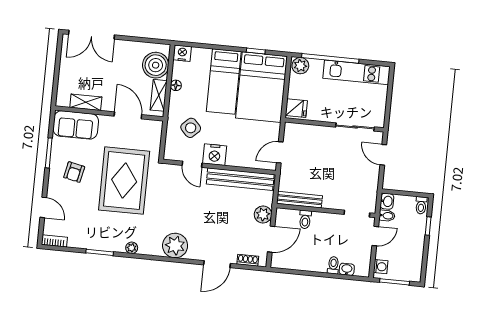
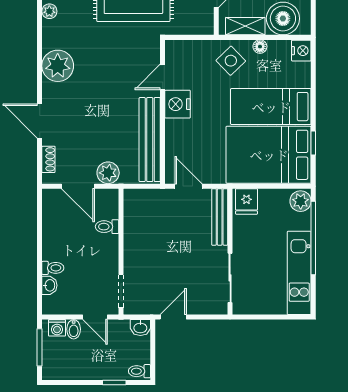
side table: (191, 128) -> (231, 61), moved
door: (383, 155) -> (173, 317), moved
bench: (299, 200) -> (220, 217), moved
bidet: (387, 216) -> (74, 329), moved

